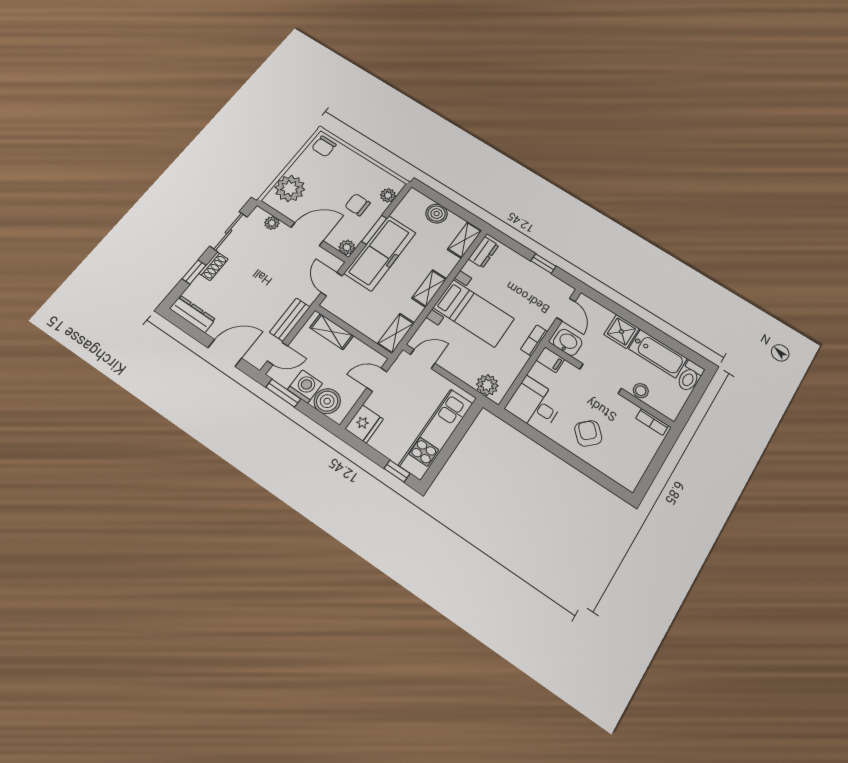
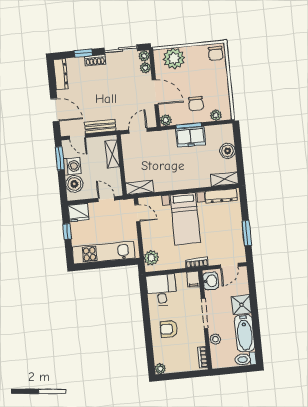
chair: (324, 146) -> (216, 53), turned -90
chair: (358, 205) -> (196, 104), turned 180
plant: (258, 215) -> (144, 56), added
dresser: (484, 252) -> (221, 196), width x1.44
freezer: (380, 253) -> (191, 137), width x0.52, depth x0.79
window: (543, 264) -> (247, 233), width x1.50
shelving: (429, 288) -> (180, 184), removed
armchair: (588, 433) -> (169, 329), turned -135
window: (397, 471) -> (67, 231), moved
plant: (630, 482) -> (160, 369), added

